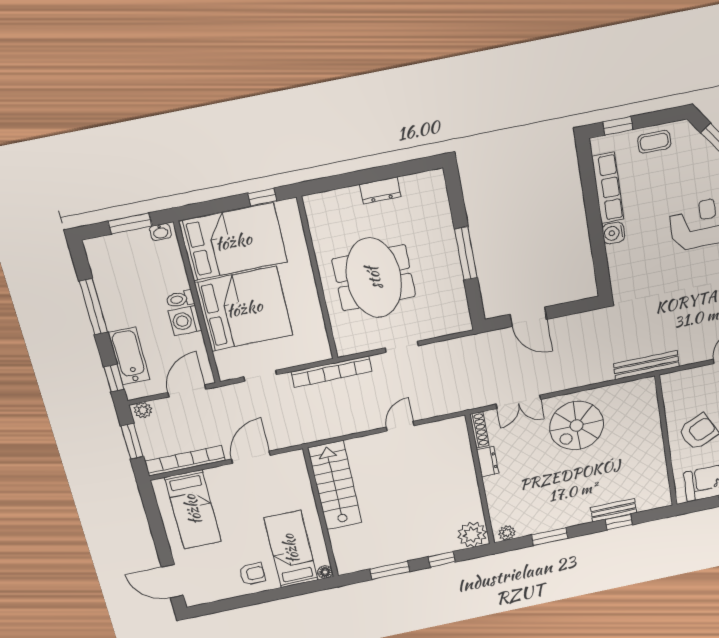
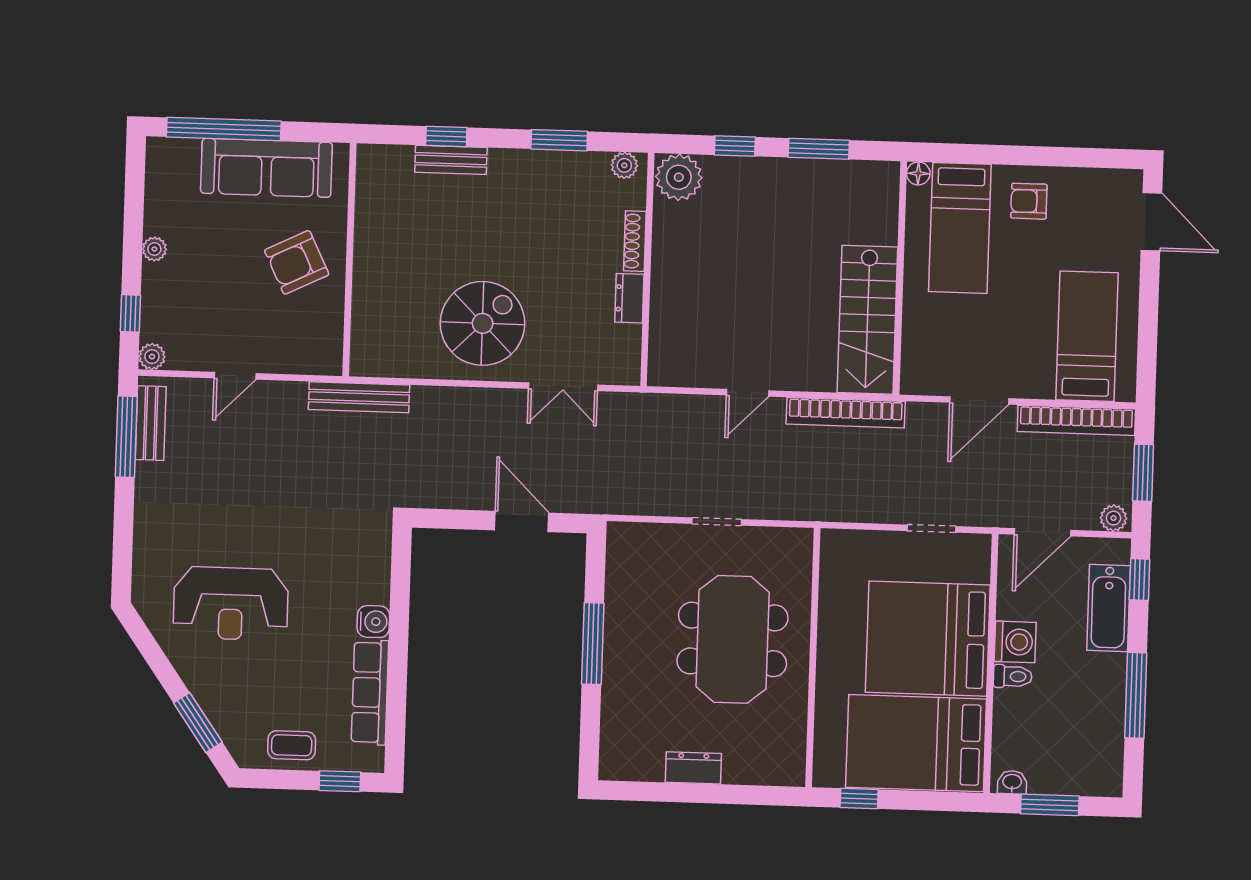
bookcase: (331, 372) -> (846, 413), moved, turned 180
double door: (518, 402) -> (563, 387), swing flipped
shoe rack: (479, 430) -> (635, 241), moved

